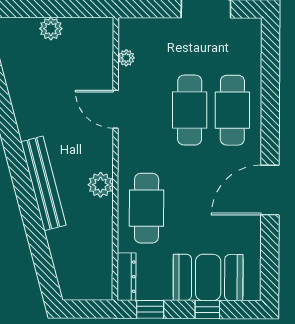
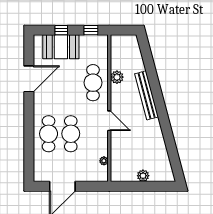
door: (116, 109) -> (109, 121), moved
plant: (100, 185) -> (117, 77), moved
door: (270, 190) -> (29, 79), moved
dresser: (126, 277) -> (103, 47), removed

